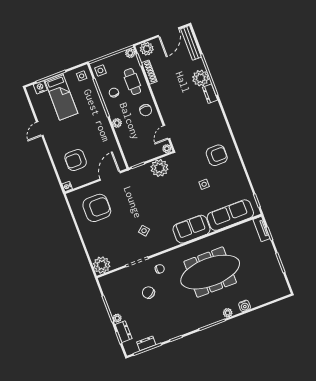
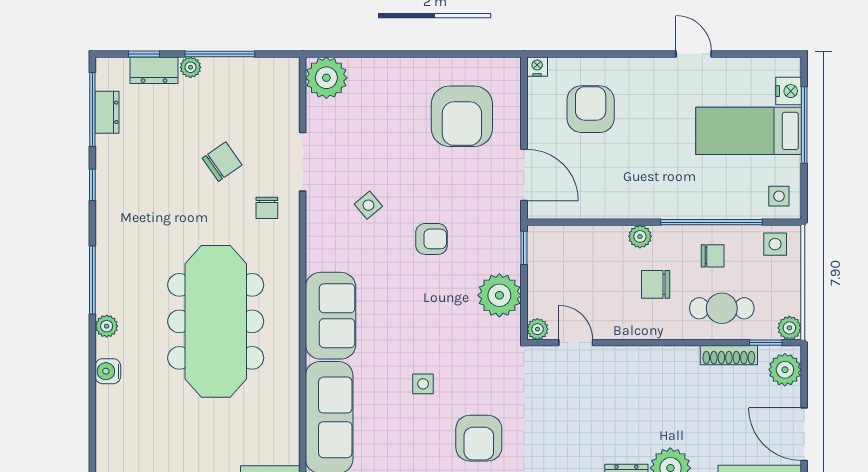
chair: (146, 110) -> (656, 284), moved
armchair: (148, 202) -> (432, 239), added

